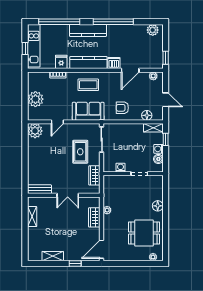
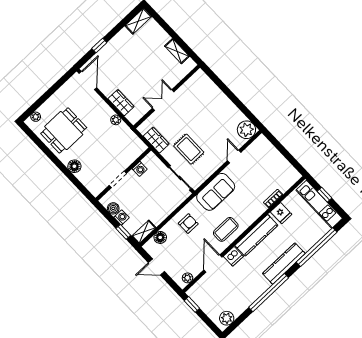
coffee table: (88, 85) -> (226, 229), moved
plant: (35, 99) -> (273, 158), removed
bench: (39, 189) -> (193, 82), removed
shelving: (53, 256) -> (138, 21), moved

